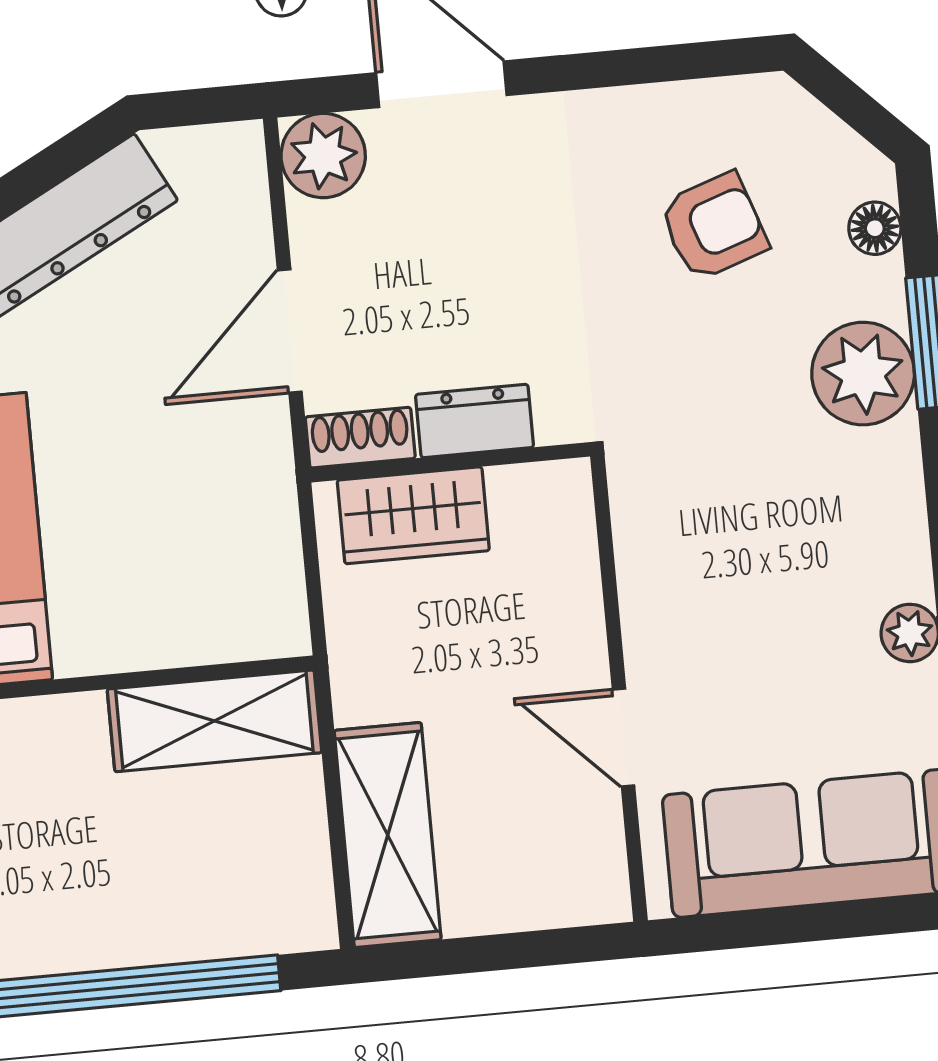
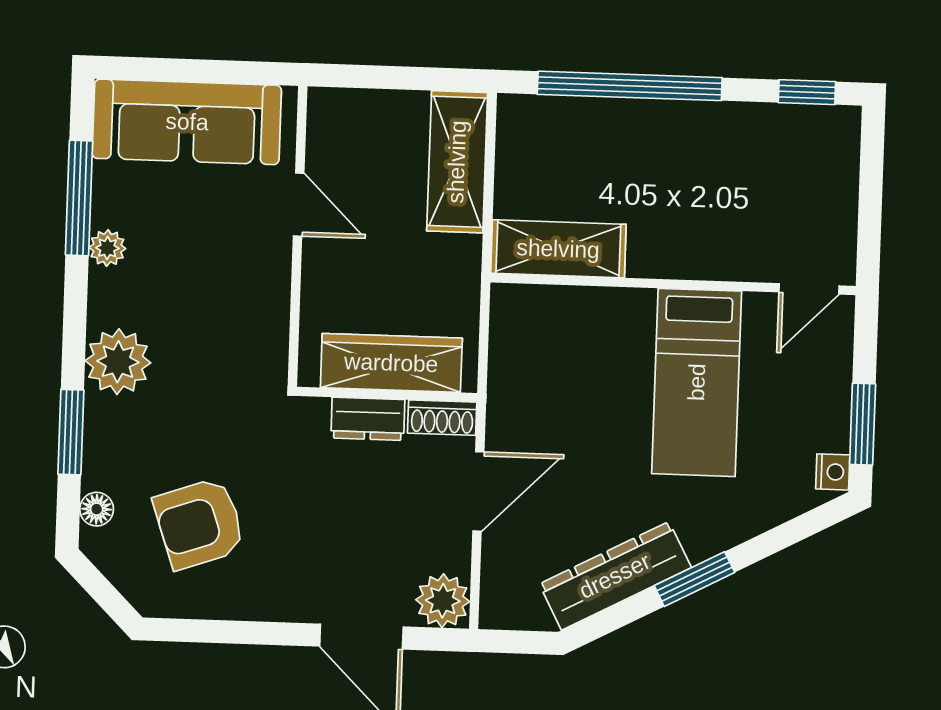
armchair: (713, 226) -> (199, 524), width x1.38, depth x1.38
plant: (863, 374) -> (118, 362), moved
wardrobe: (413, 515) -> (391, 363), width x1.50

